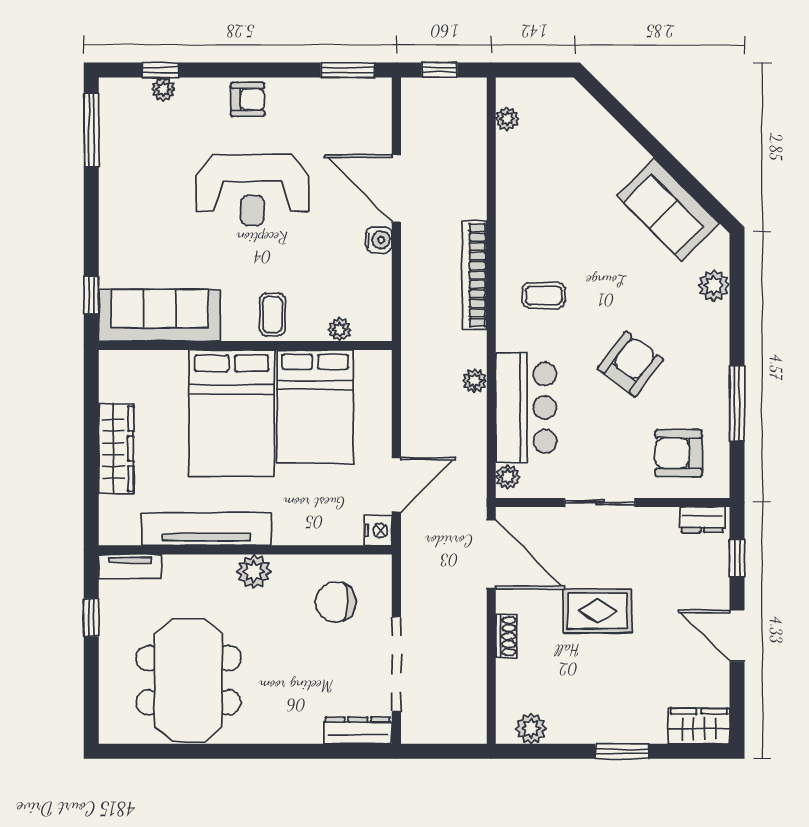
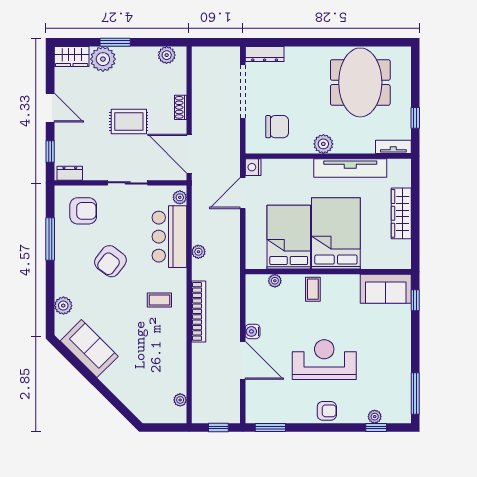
armchair: (248, 99) -> (327, 411), turned 180
sofa: (160, 315) -> (386, 289), width x0.73
plant: (644, 722) -> (103, 59), added

